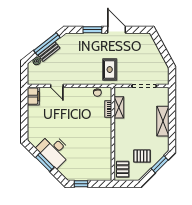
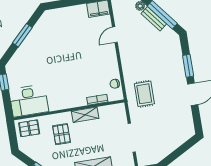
rug: (110, 70) -> (144, 94), turned 90
shelving: (119, 107) -> (85, 115), moved
desk: (54, 150) -> (29, 101), moved, turned -135
pallet: (142, 156) -> (61, 134), moved

